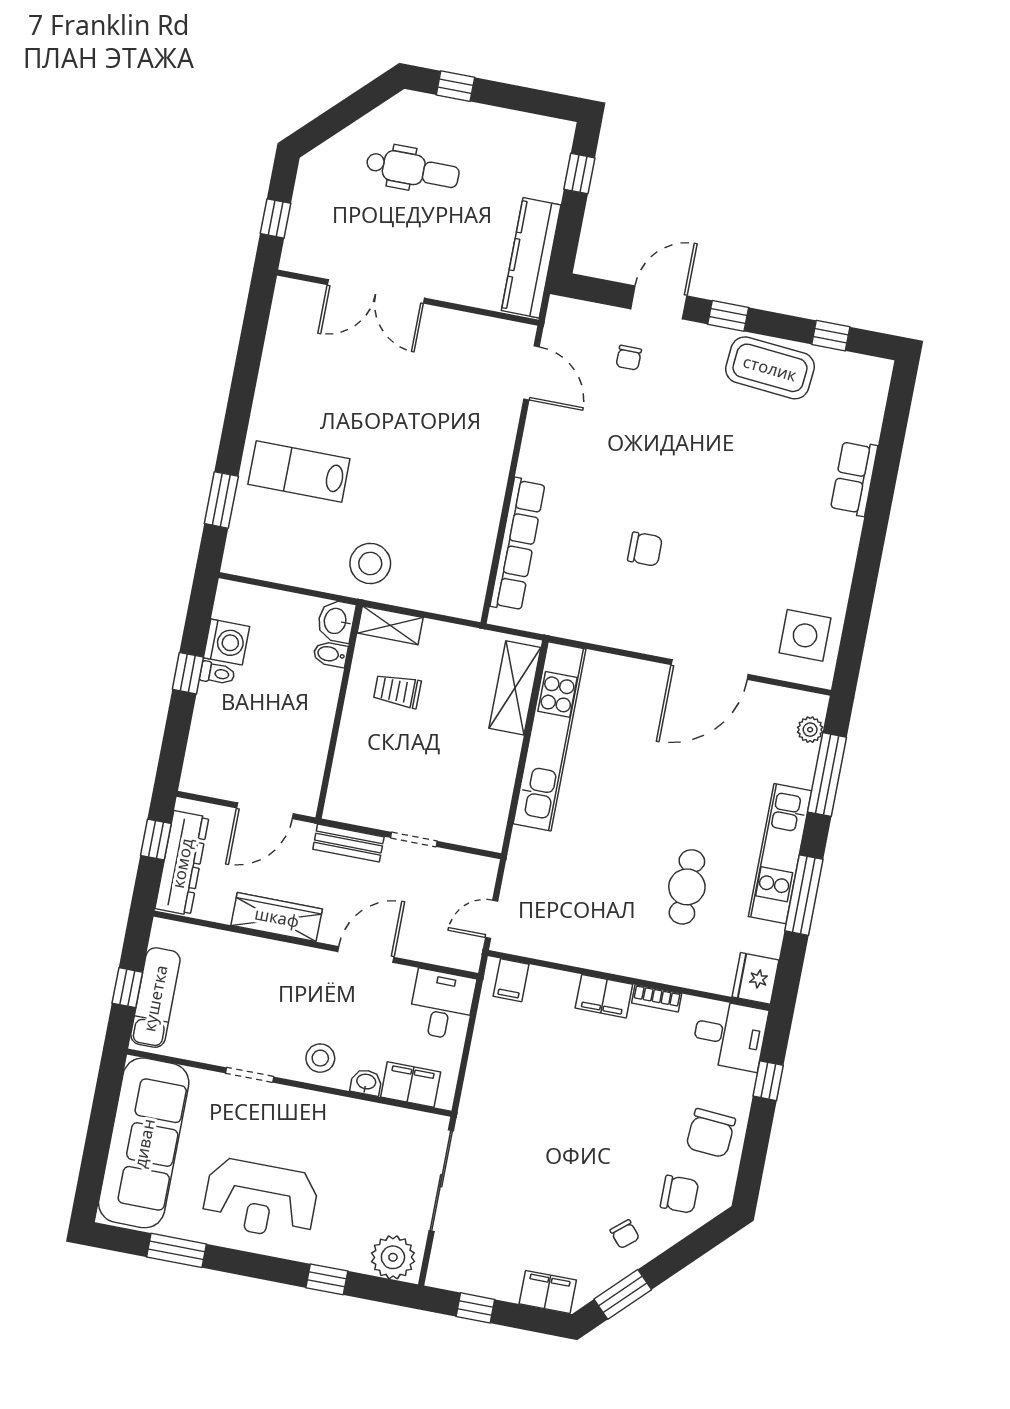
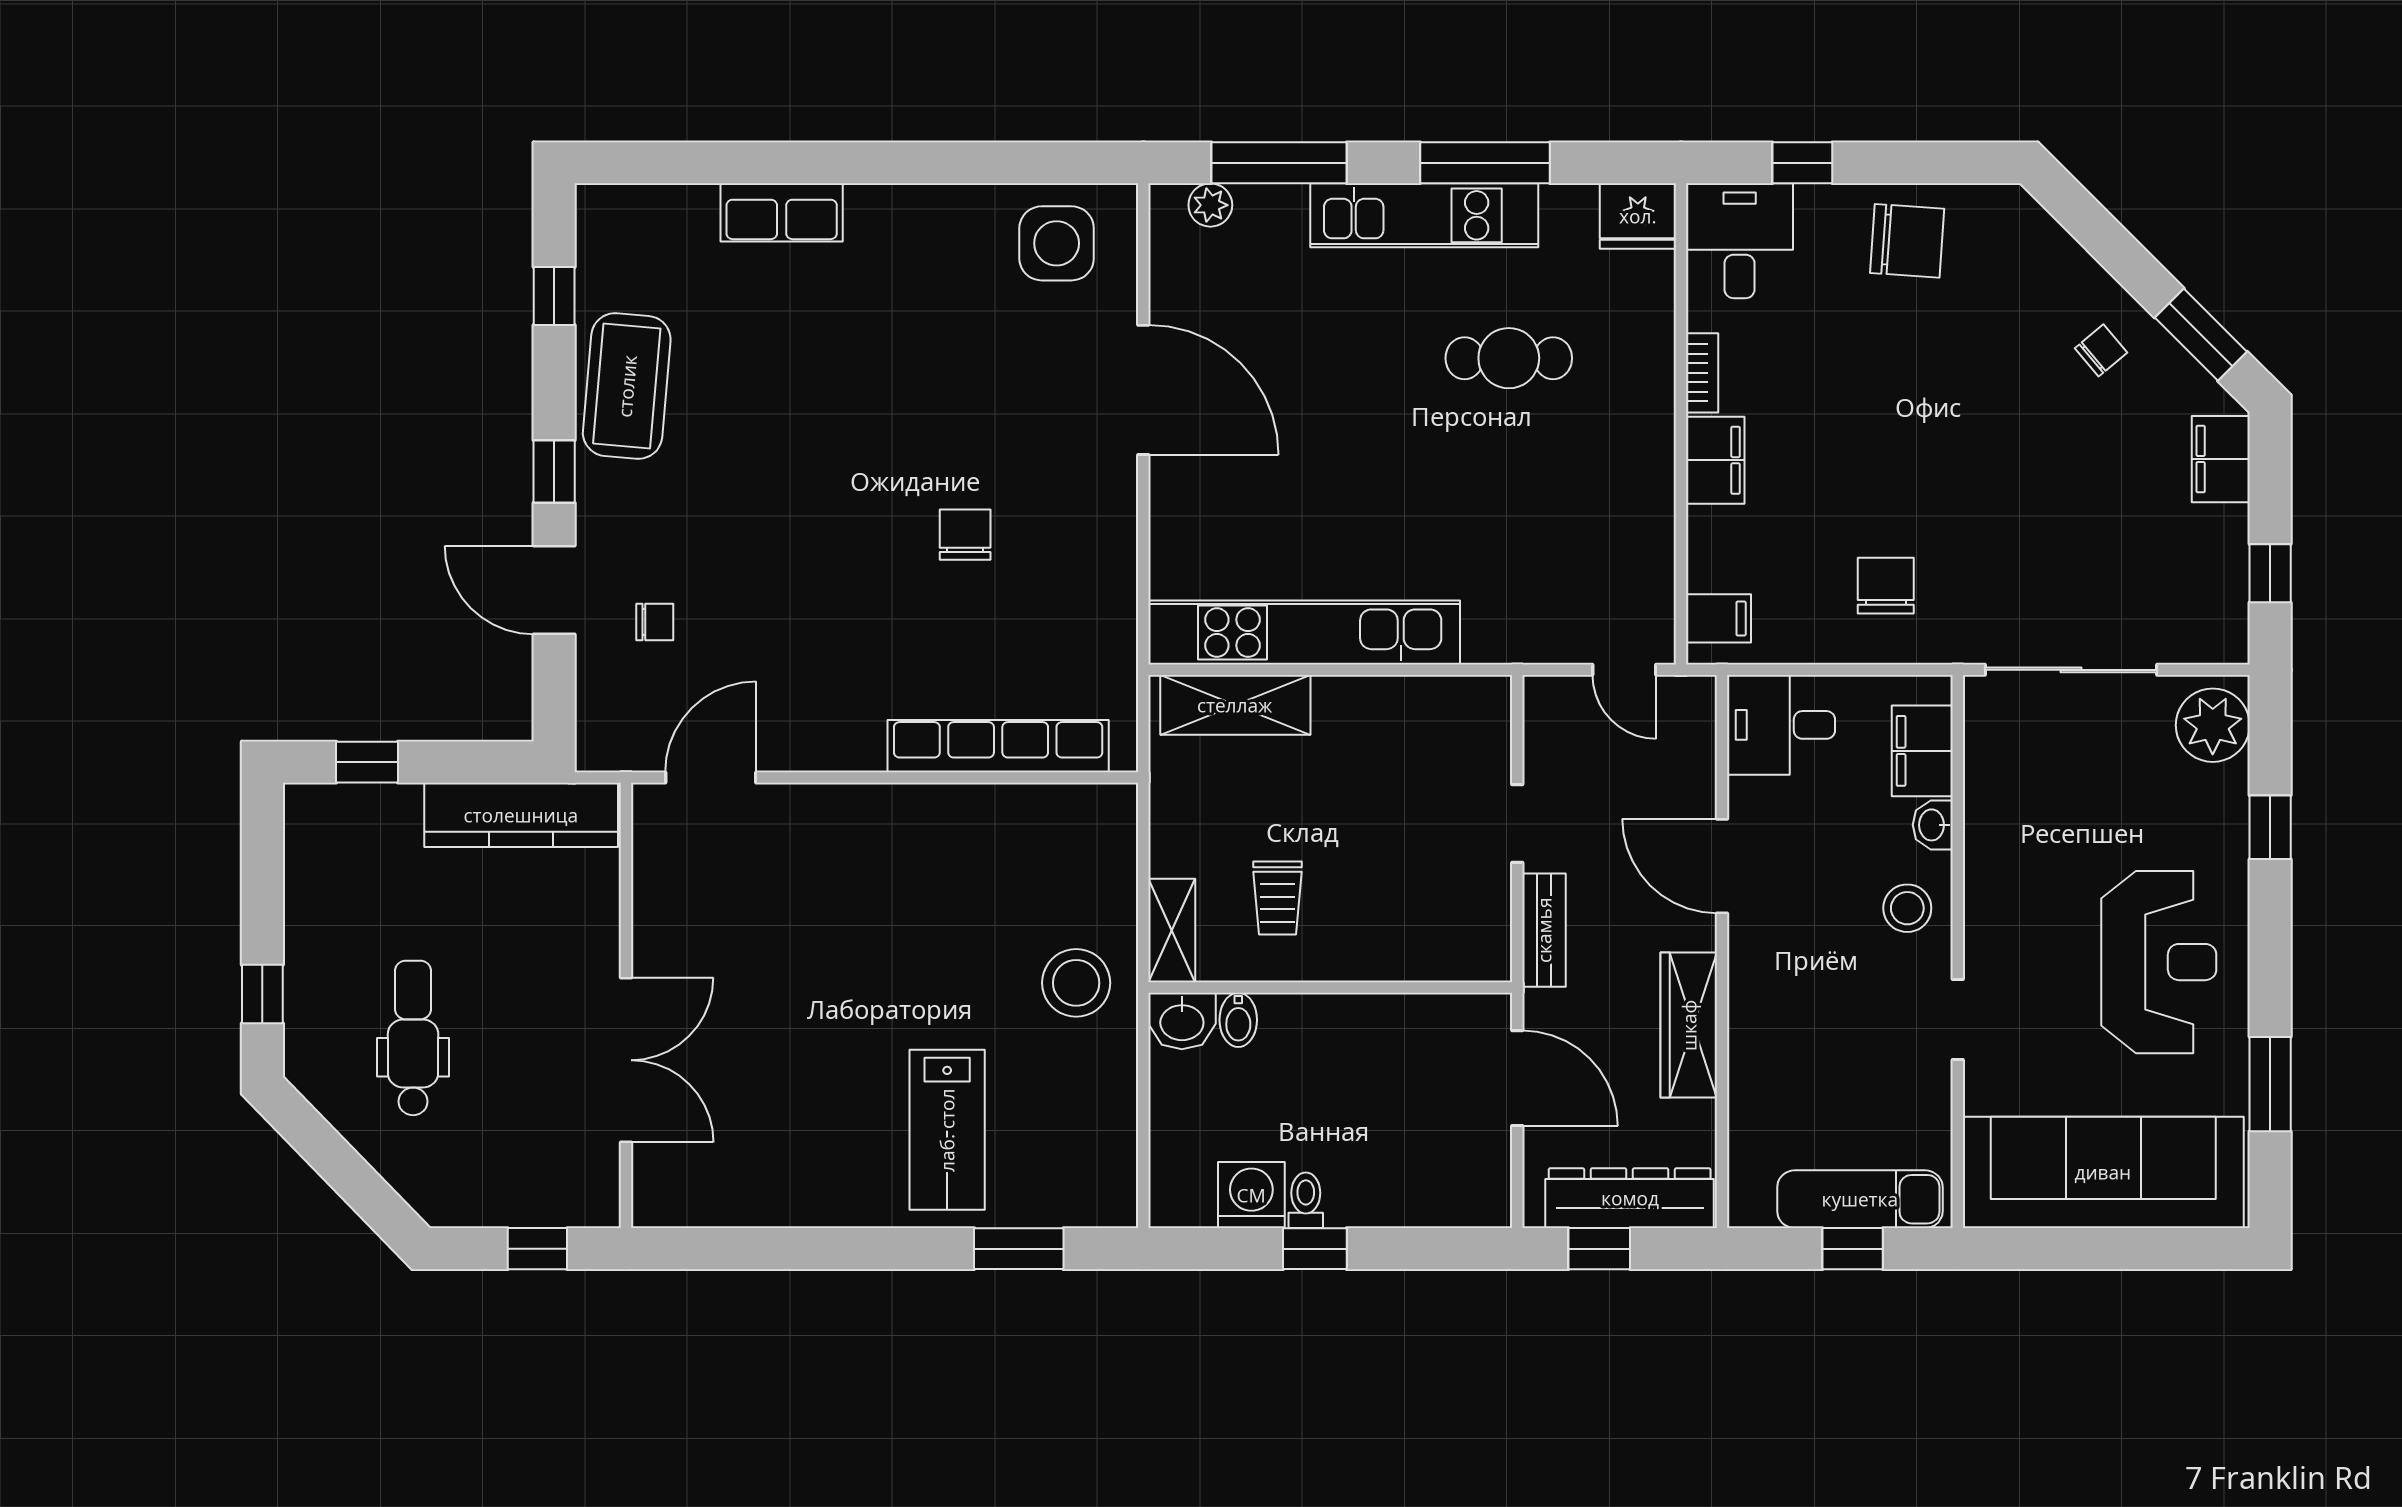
chair: (679, 1194) -> (1886, 586), moved

